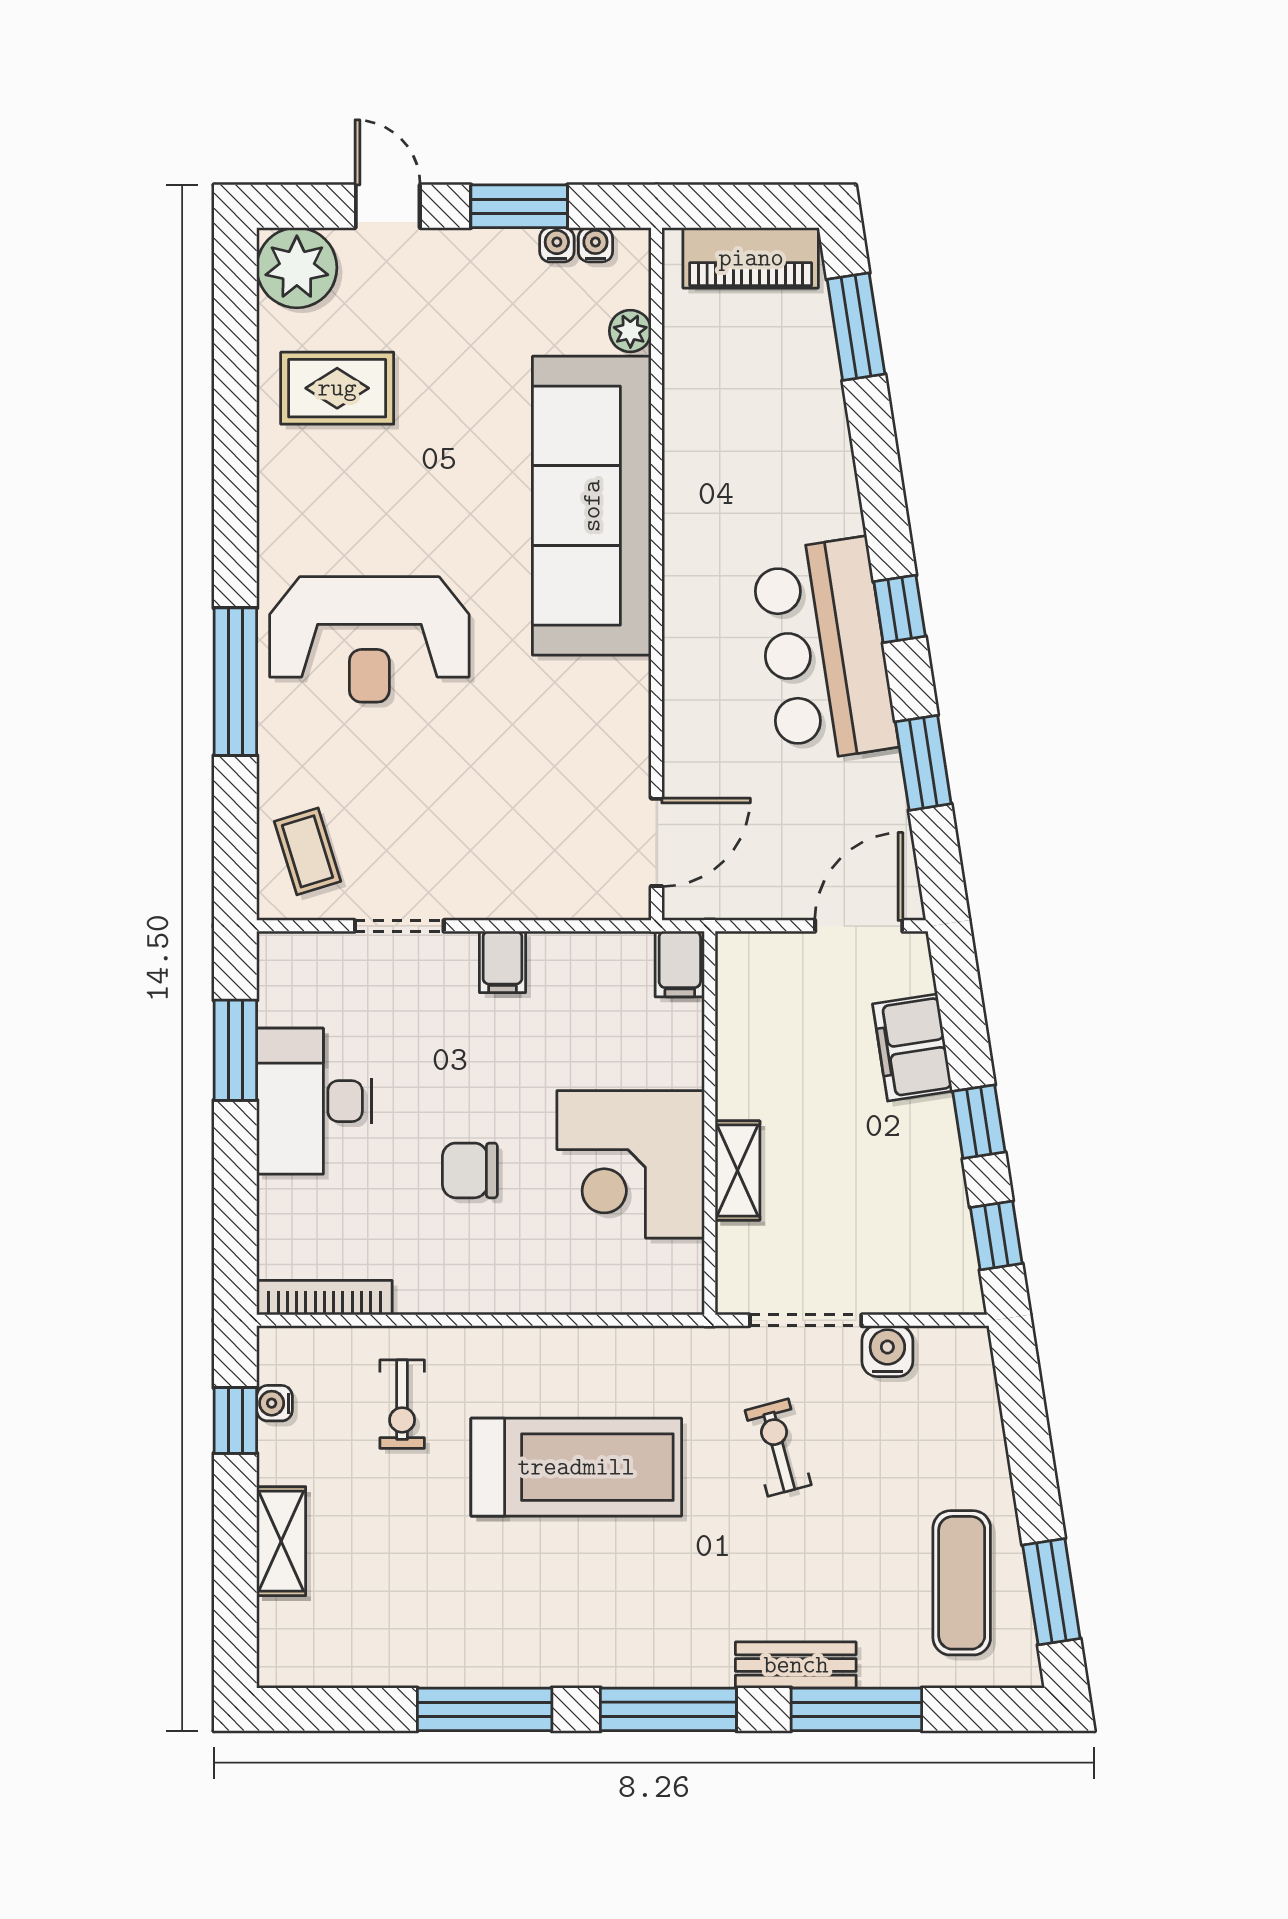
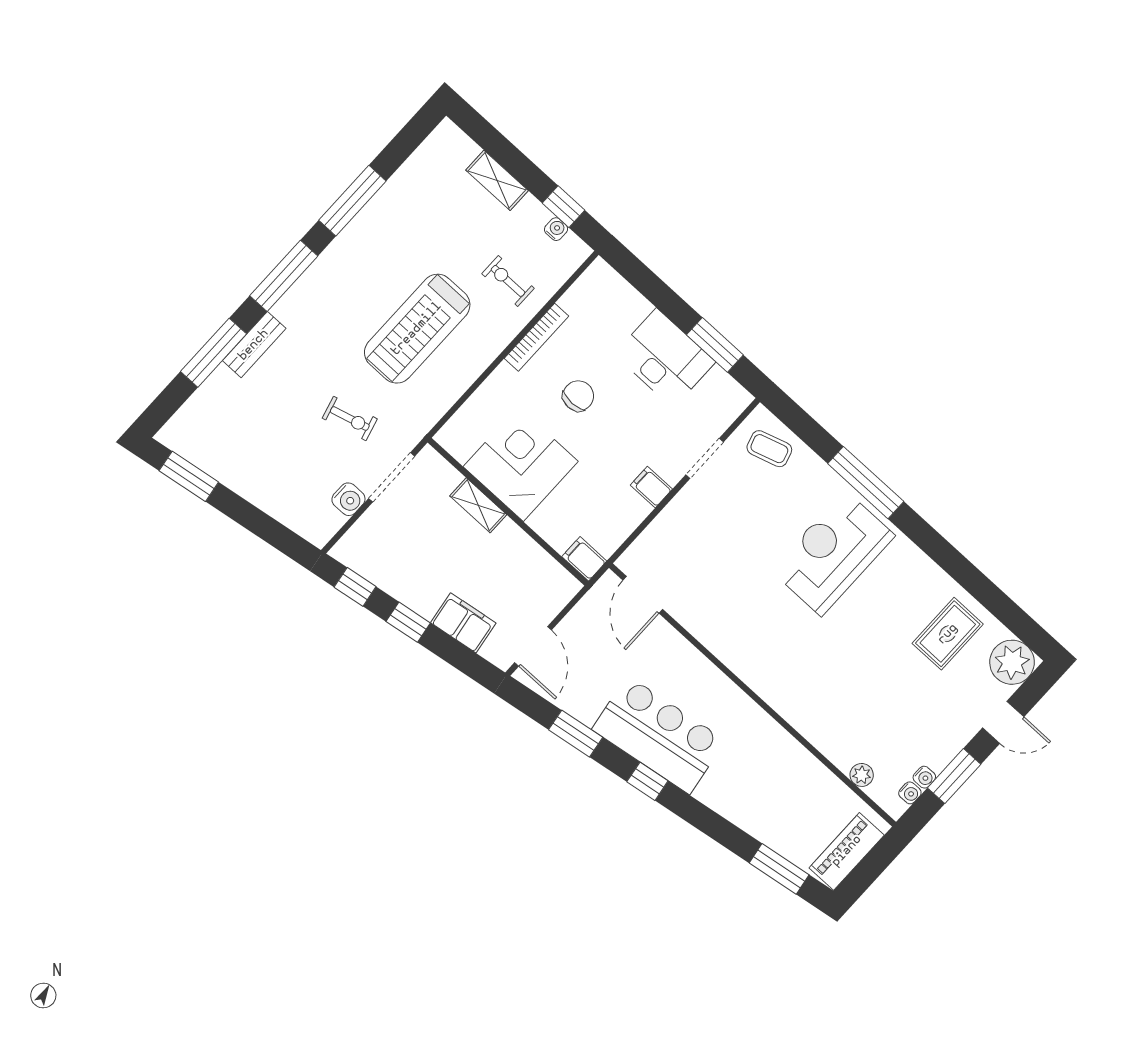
sofa: (592, 506) -> (805, 694), removed
bookcase: (324, 1298) -> (536, 337), moved
exercise mat: (962, 1583) -> (226, 443), removed

